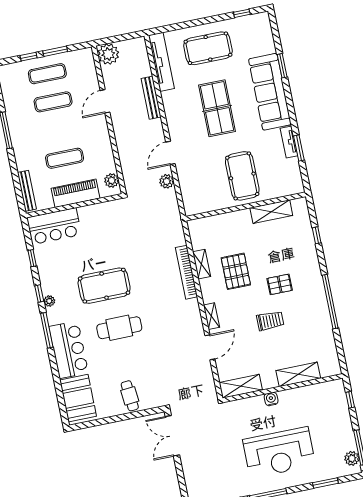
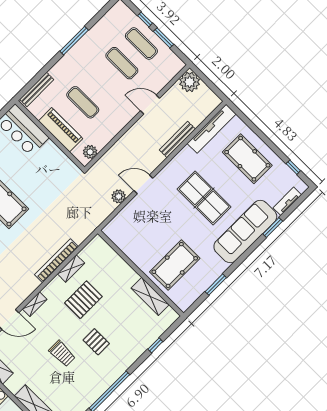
table tennis table: (217, 108) -> (204, 198), turned 90
tv unit: (289, 142) -> (287, 201), moved
pool table: (242, 176) -> (175, 265), moved

